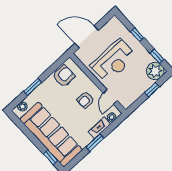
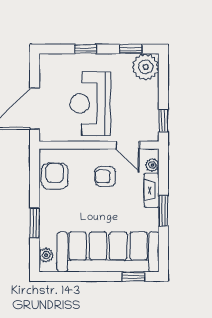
reception desk: (113, 61) -> (90, 103), turned 180
window: (152, 90) -> (163, 121), moved
armchair: (86, 100) -> (105, 176), turned 90

